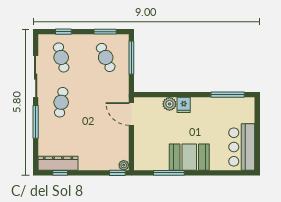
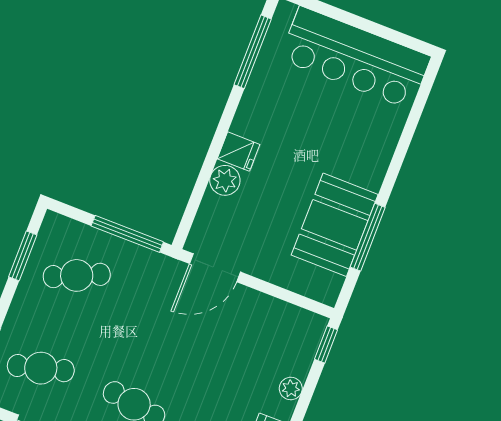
window: (131, 58) -> (127, 234), moved
bar counter: (242, 147) -> (355, 58), width x1.36
booth: (189, 157) -> (335, 225), moved
plant: (124, 165) -> (291, 389), moved

